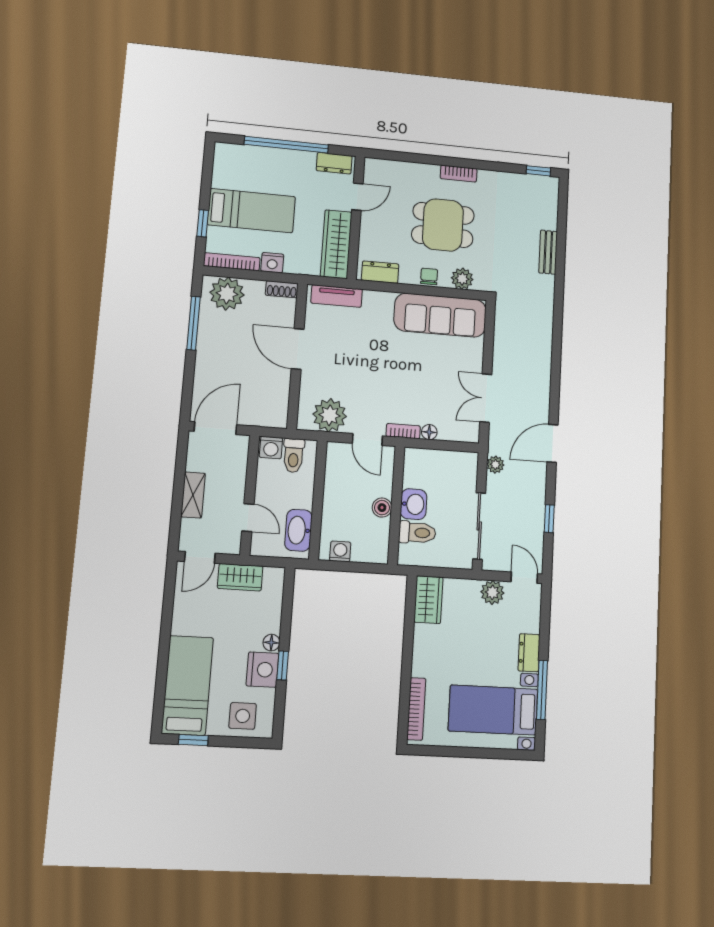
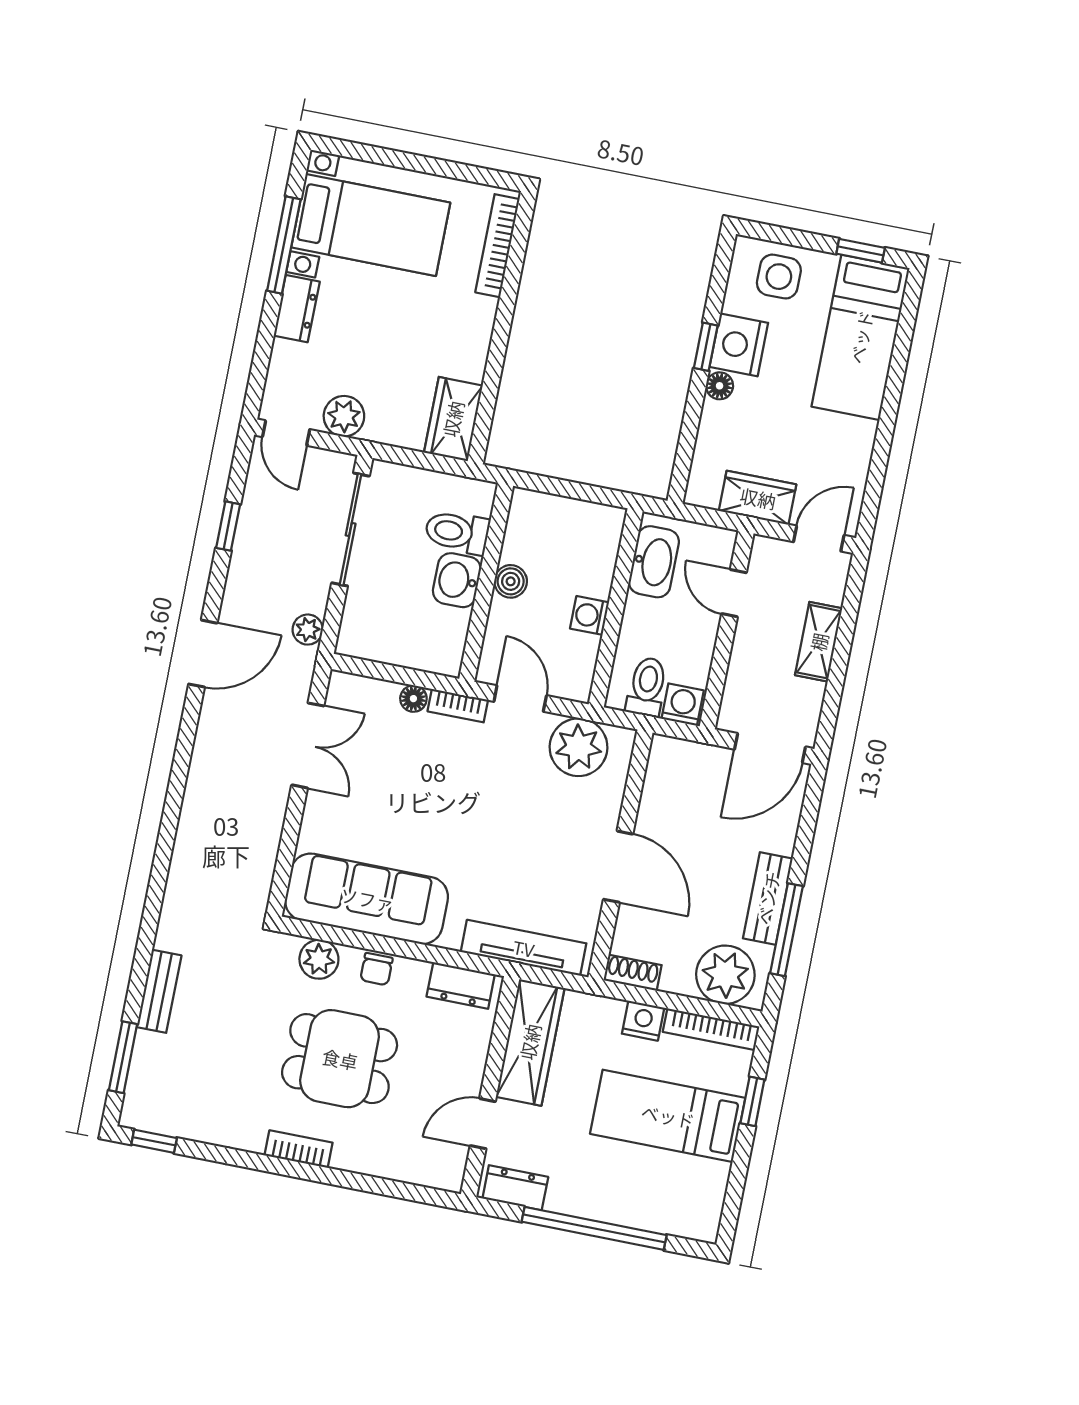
window: (562, 214) -> (123, 1057), added
tv unit: (337, 296) -> (524, 948), width x1.41
bench: (207, 340) -> (768, 898), added
washing machine: (340, 552) -> (590, 615), moved, turned 90

